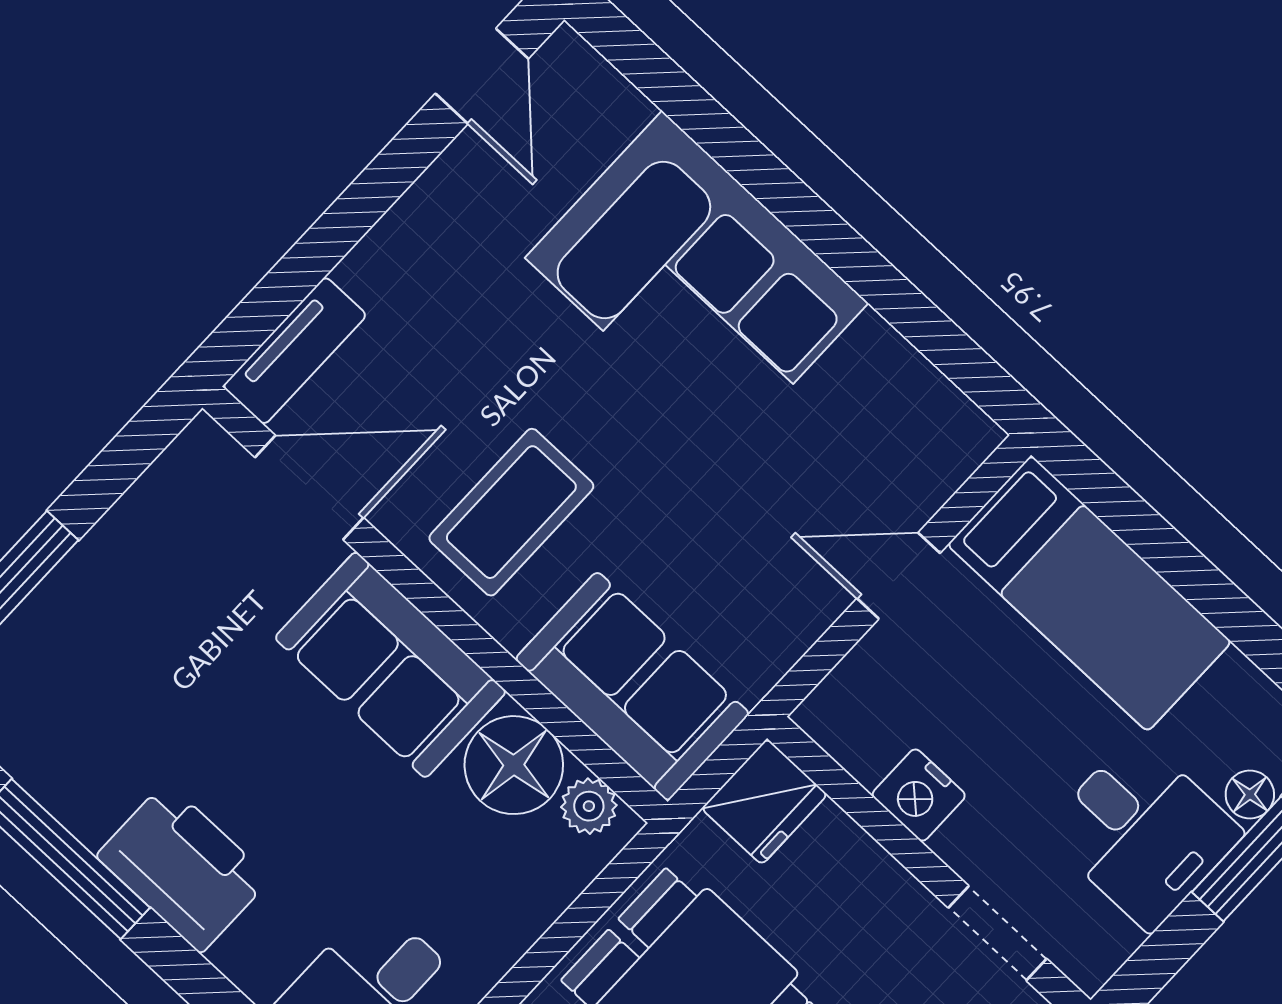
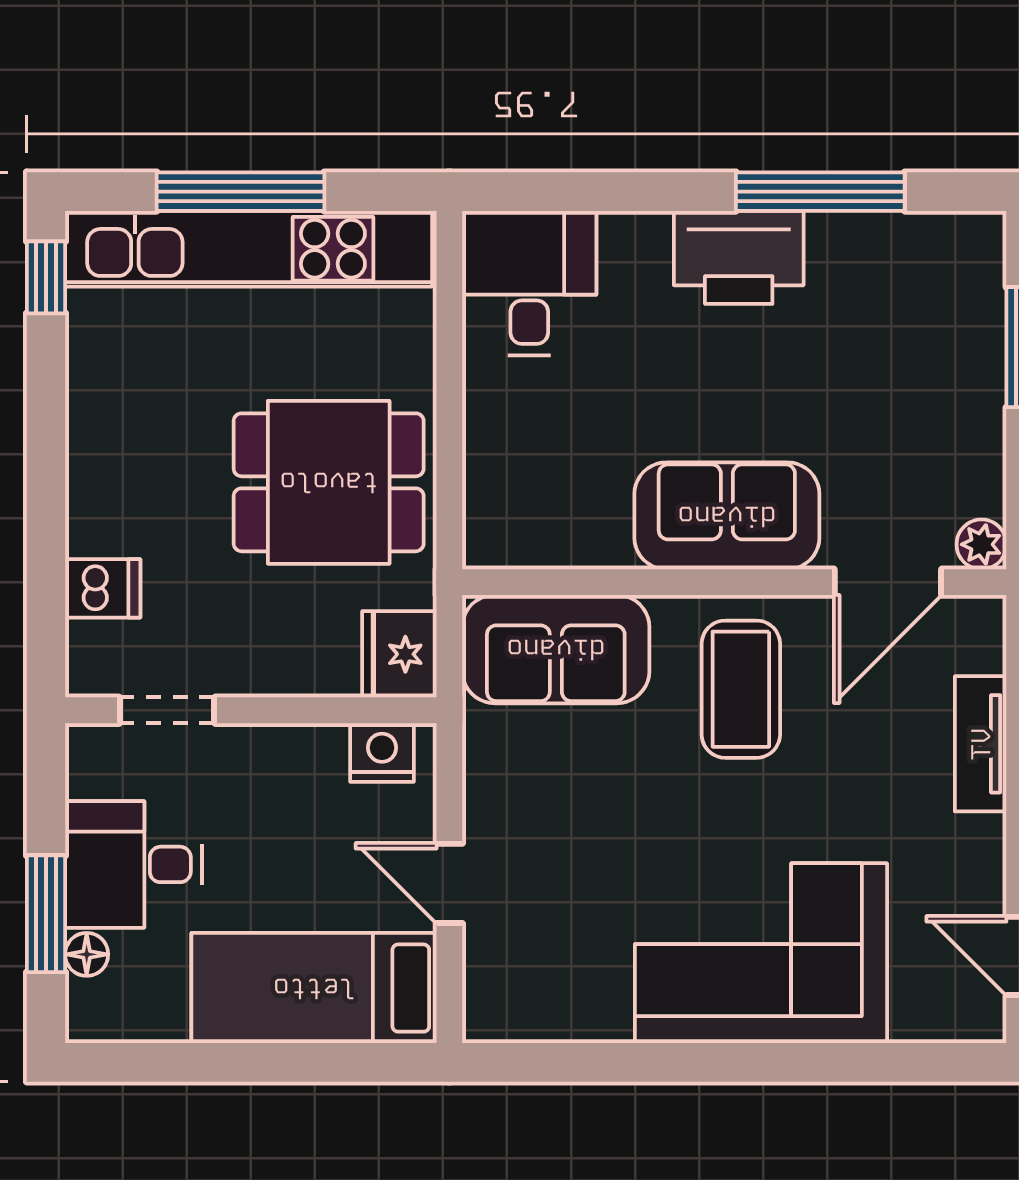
tv unit: (295, 351) -> (981, 744), moved
door: (898, 576) -> (449, 883), swing flipped
floor lamp: (514, 765) -> (585, 525), removed
nightstand: (919, 795) -> (382, 752), moved
plant: (589, 806) -> (981, 544), moved

